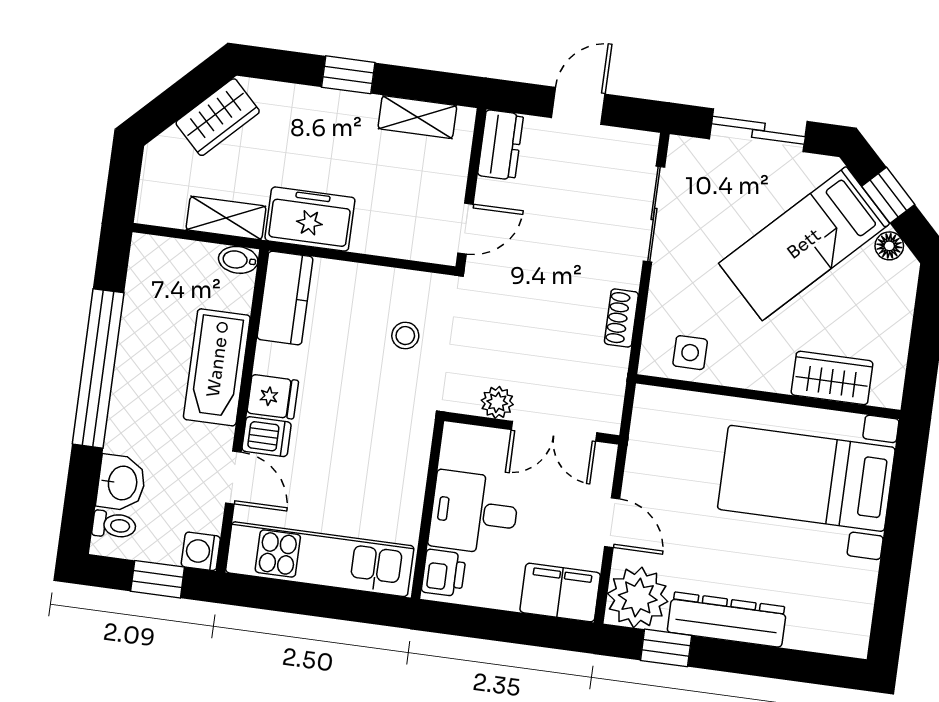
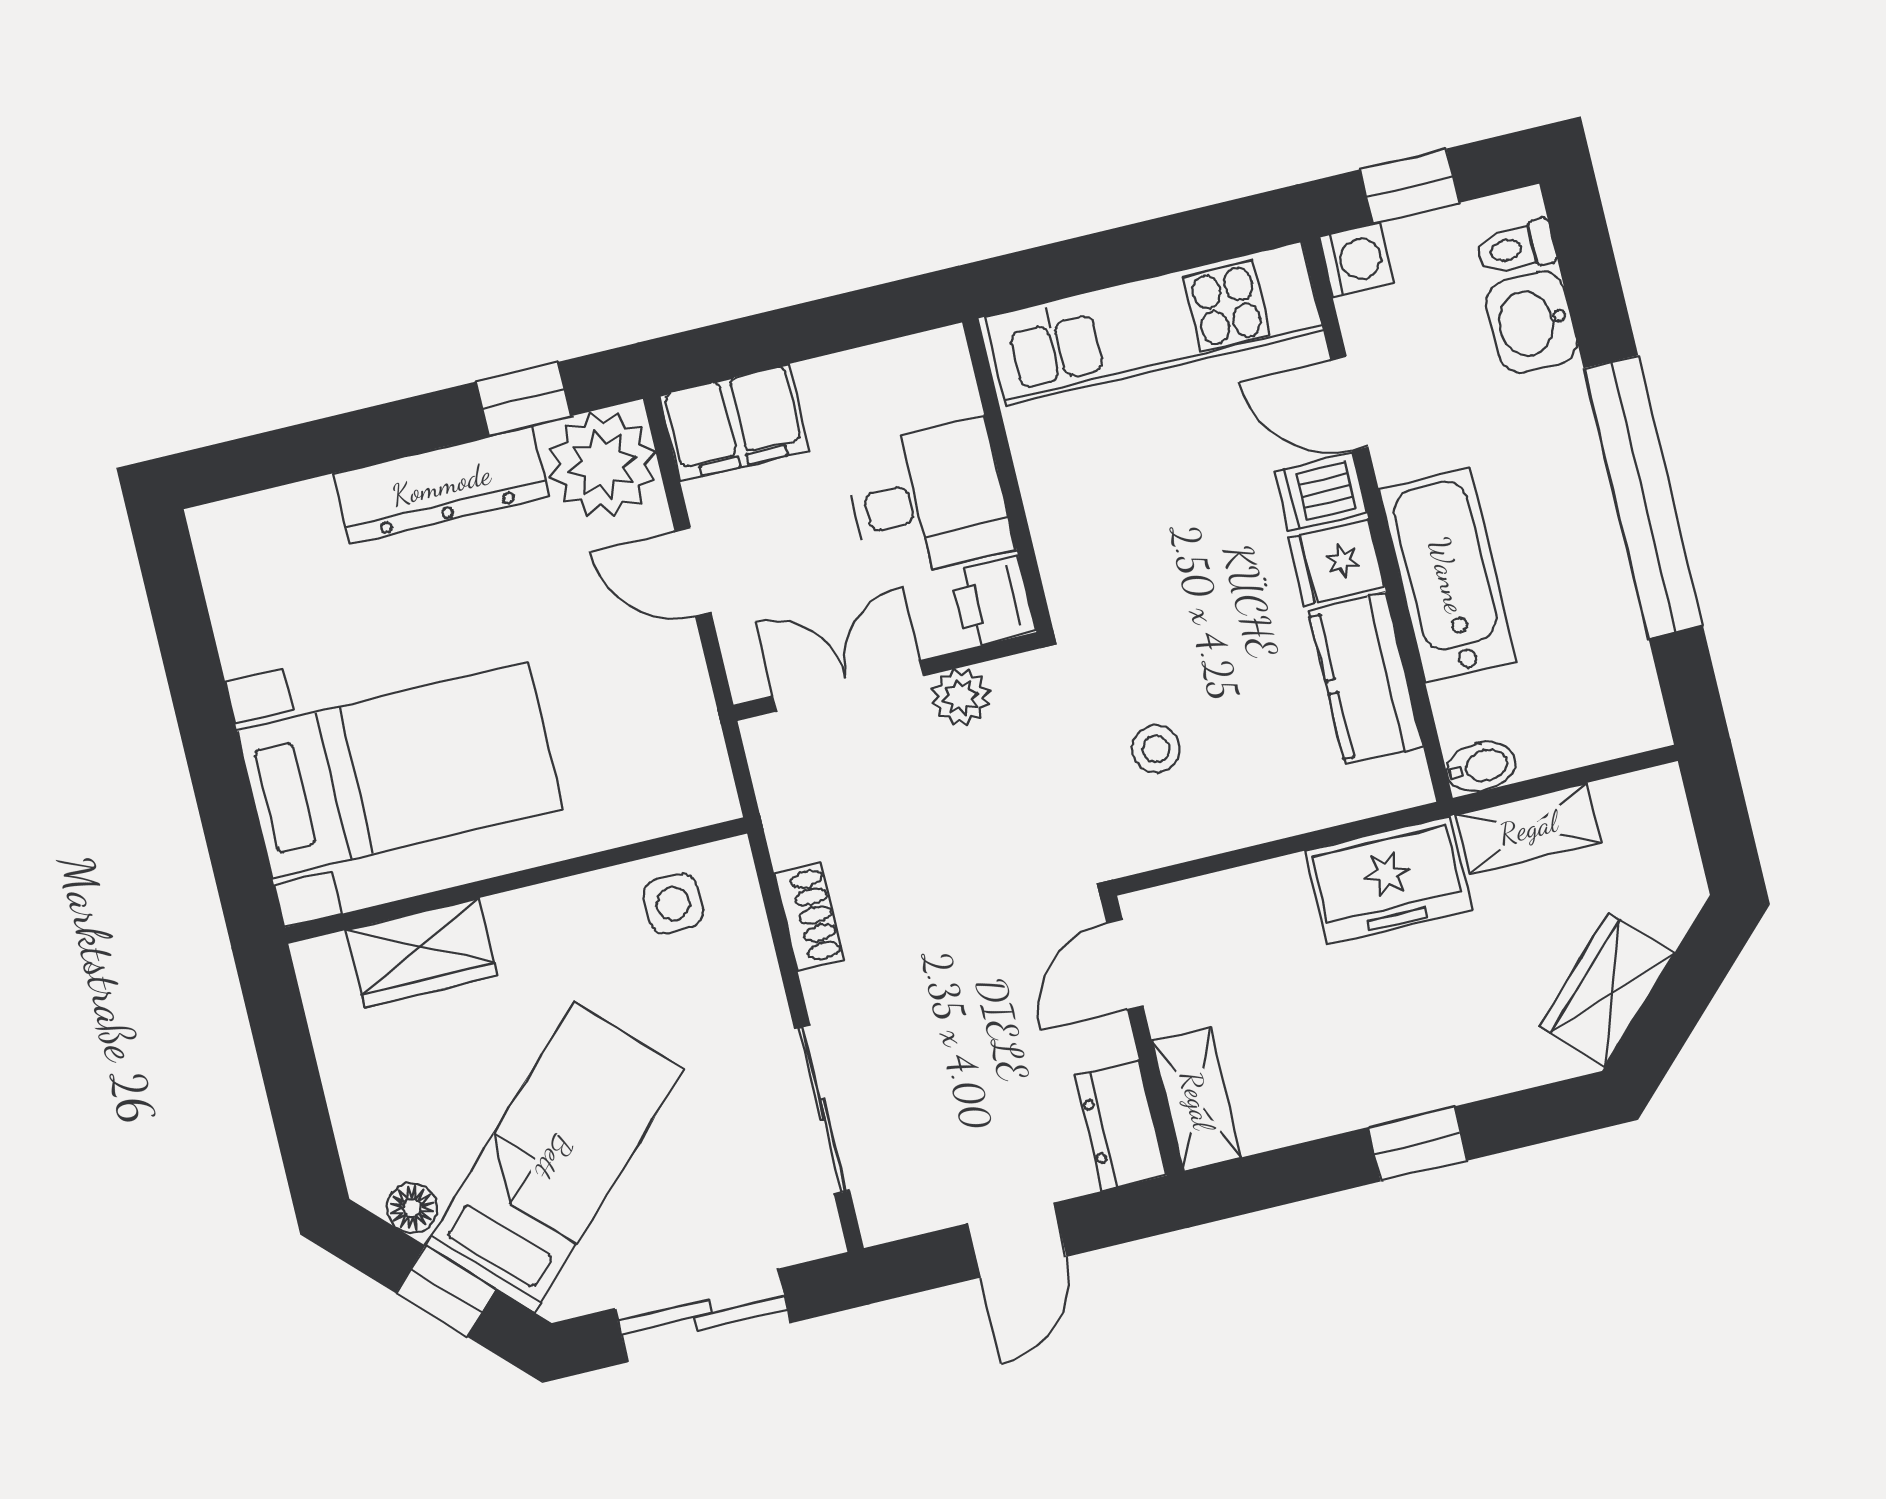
shelving: (417, 117) -> (1197, 1100), moved, turned 90
kitchen counter: (285, 298) -> (1366, 679), moved
printer: (444, 573) -> (993, 601), moved

